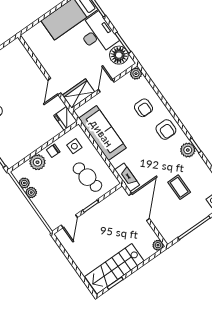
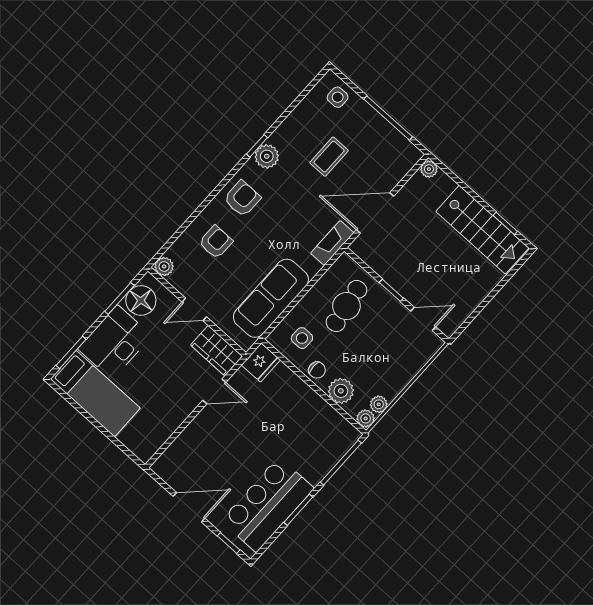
plant: (31, 193) -> (366, 418), moved

